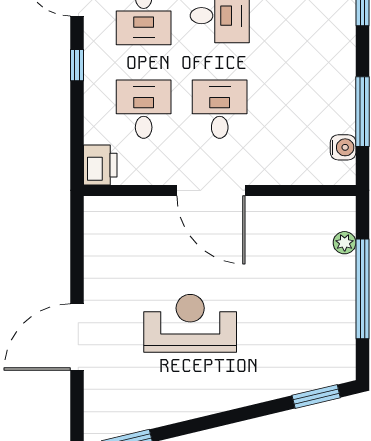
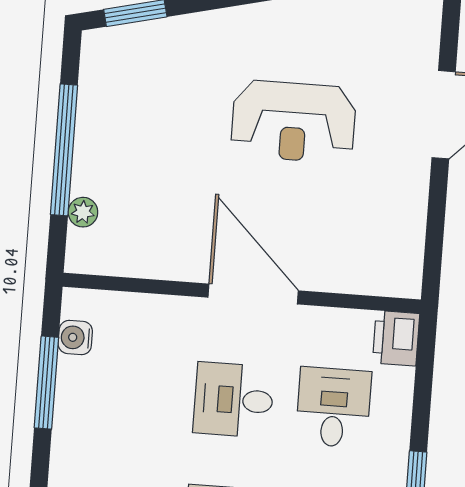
desk: (144, 109) -> (333, 407), turned 180
desk: (220, 109) -> (234, 400), turned 90

